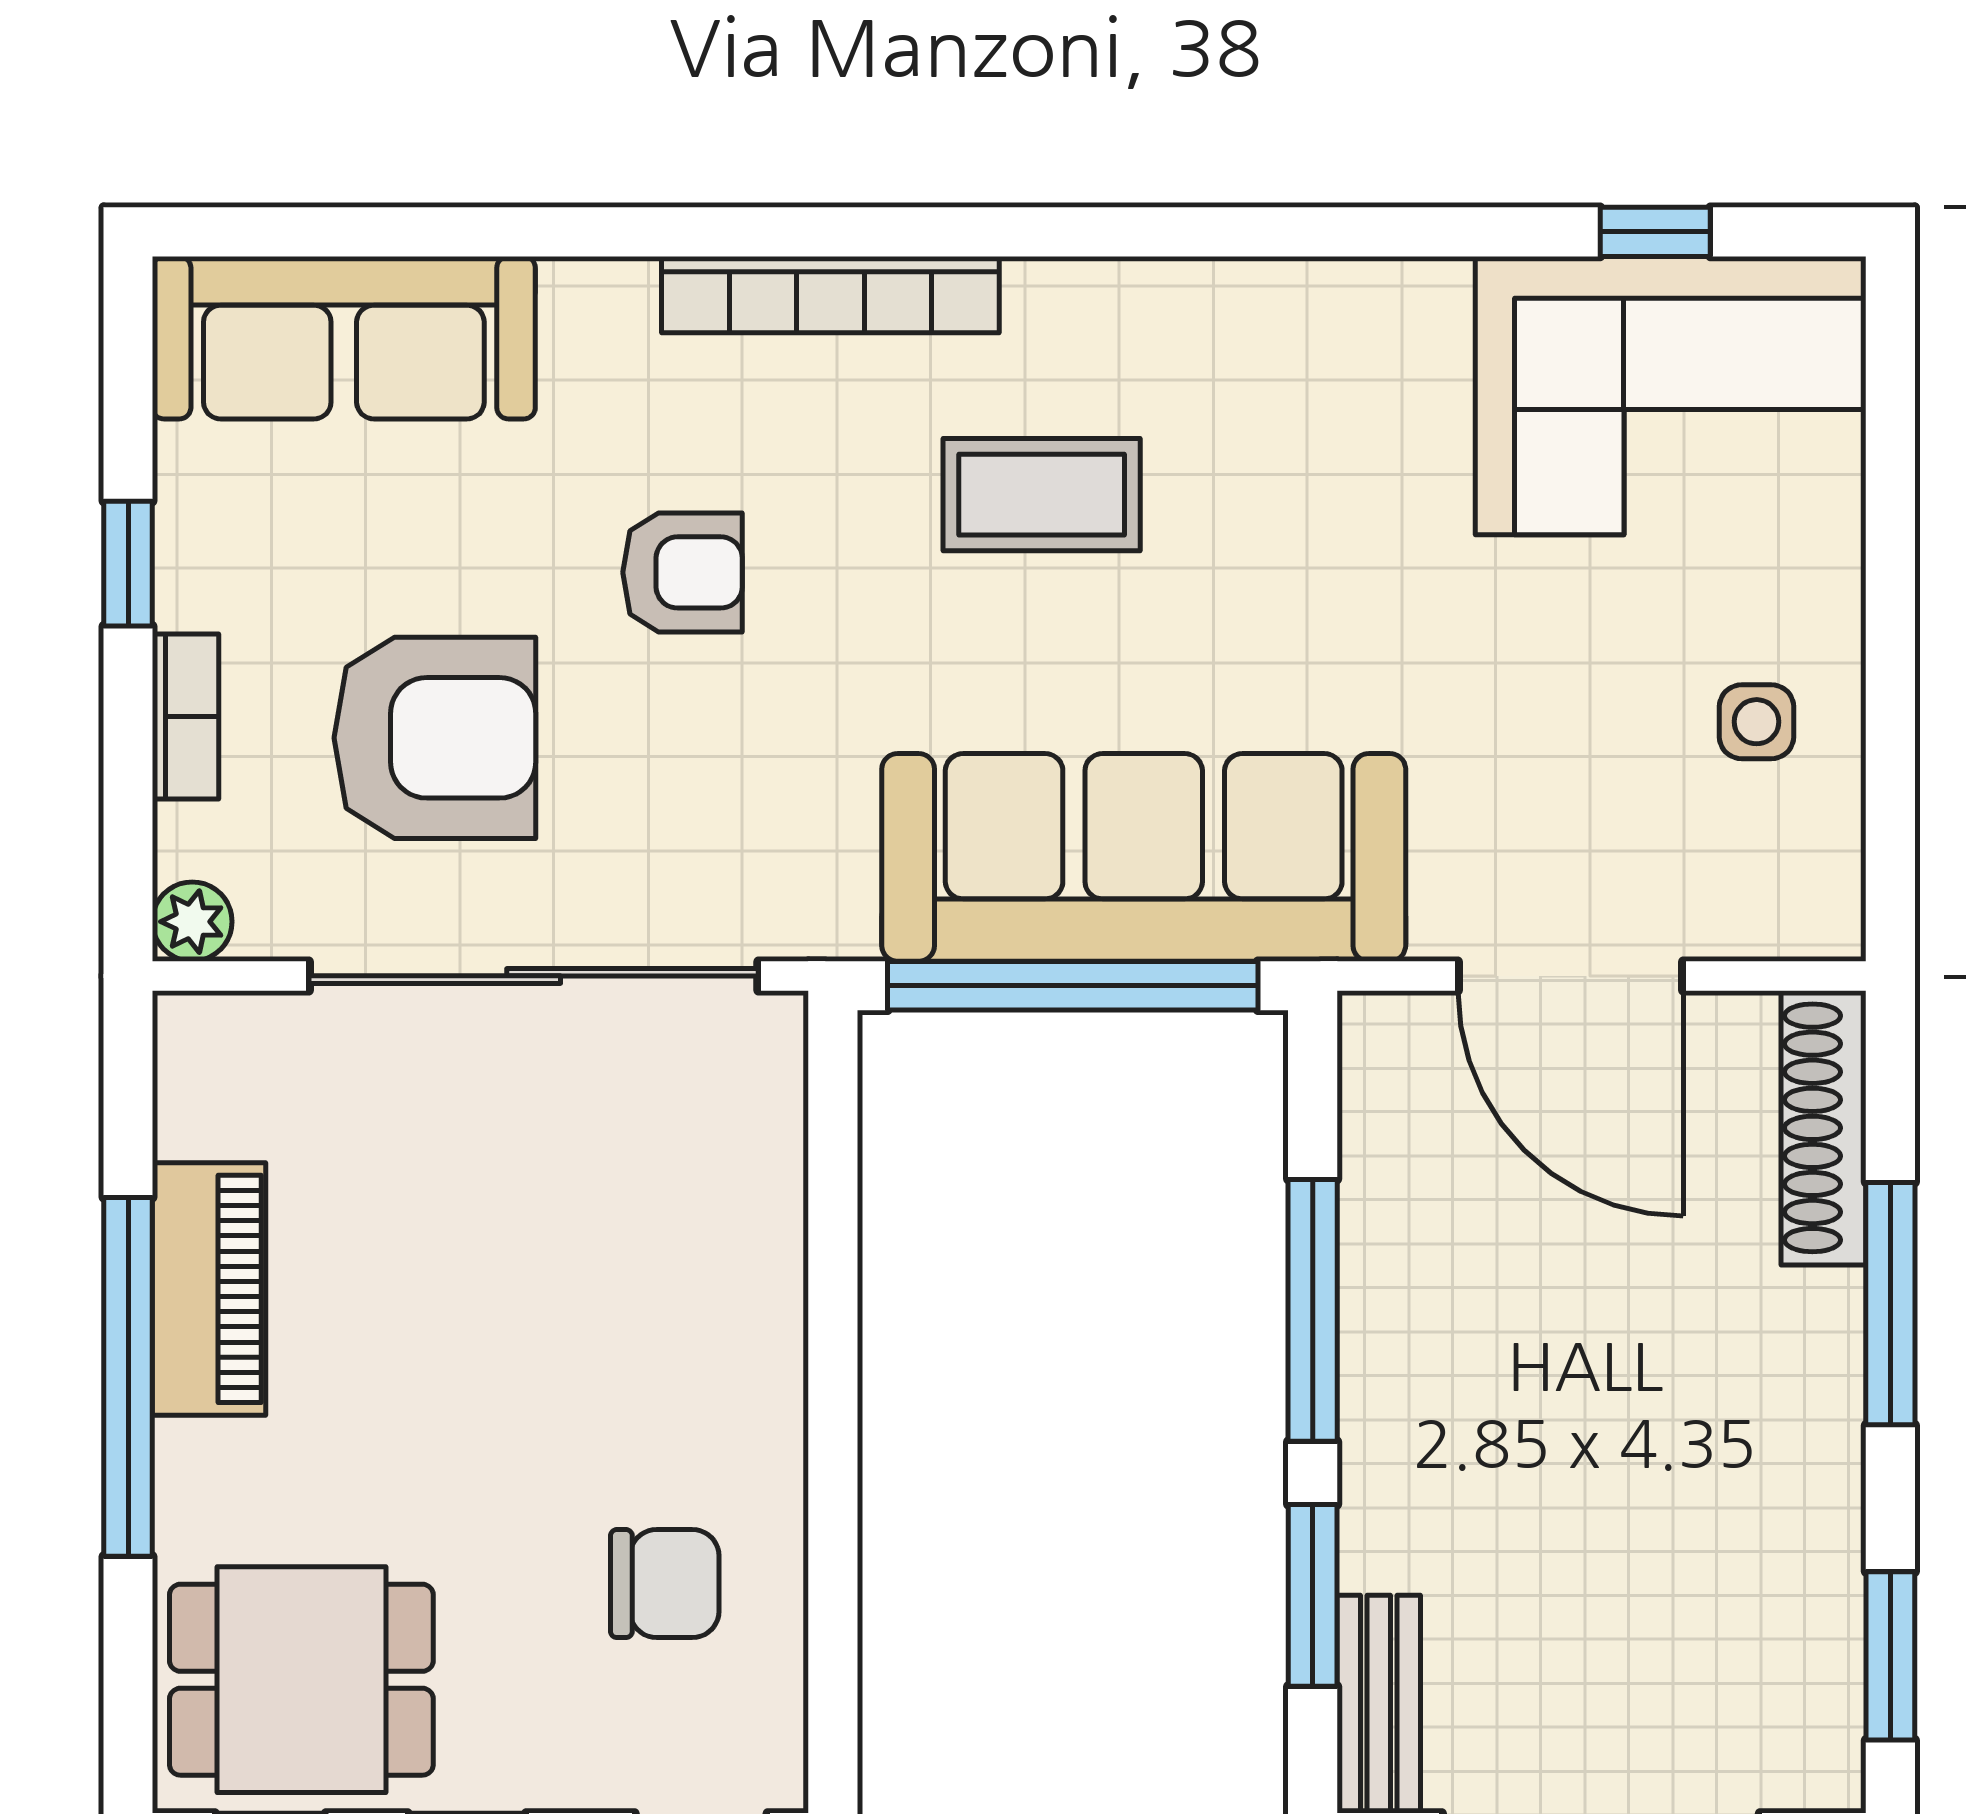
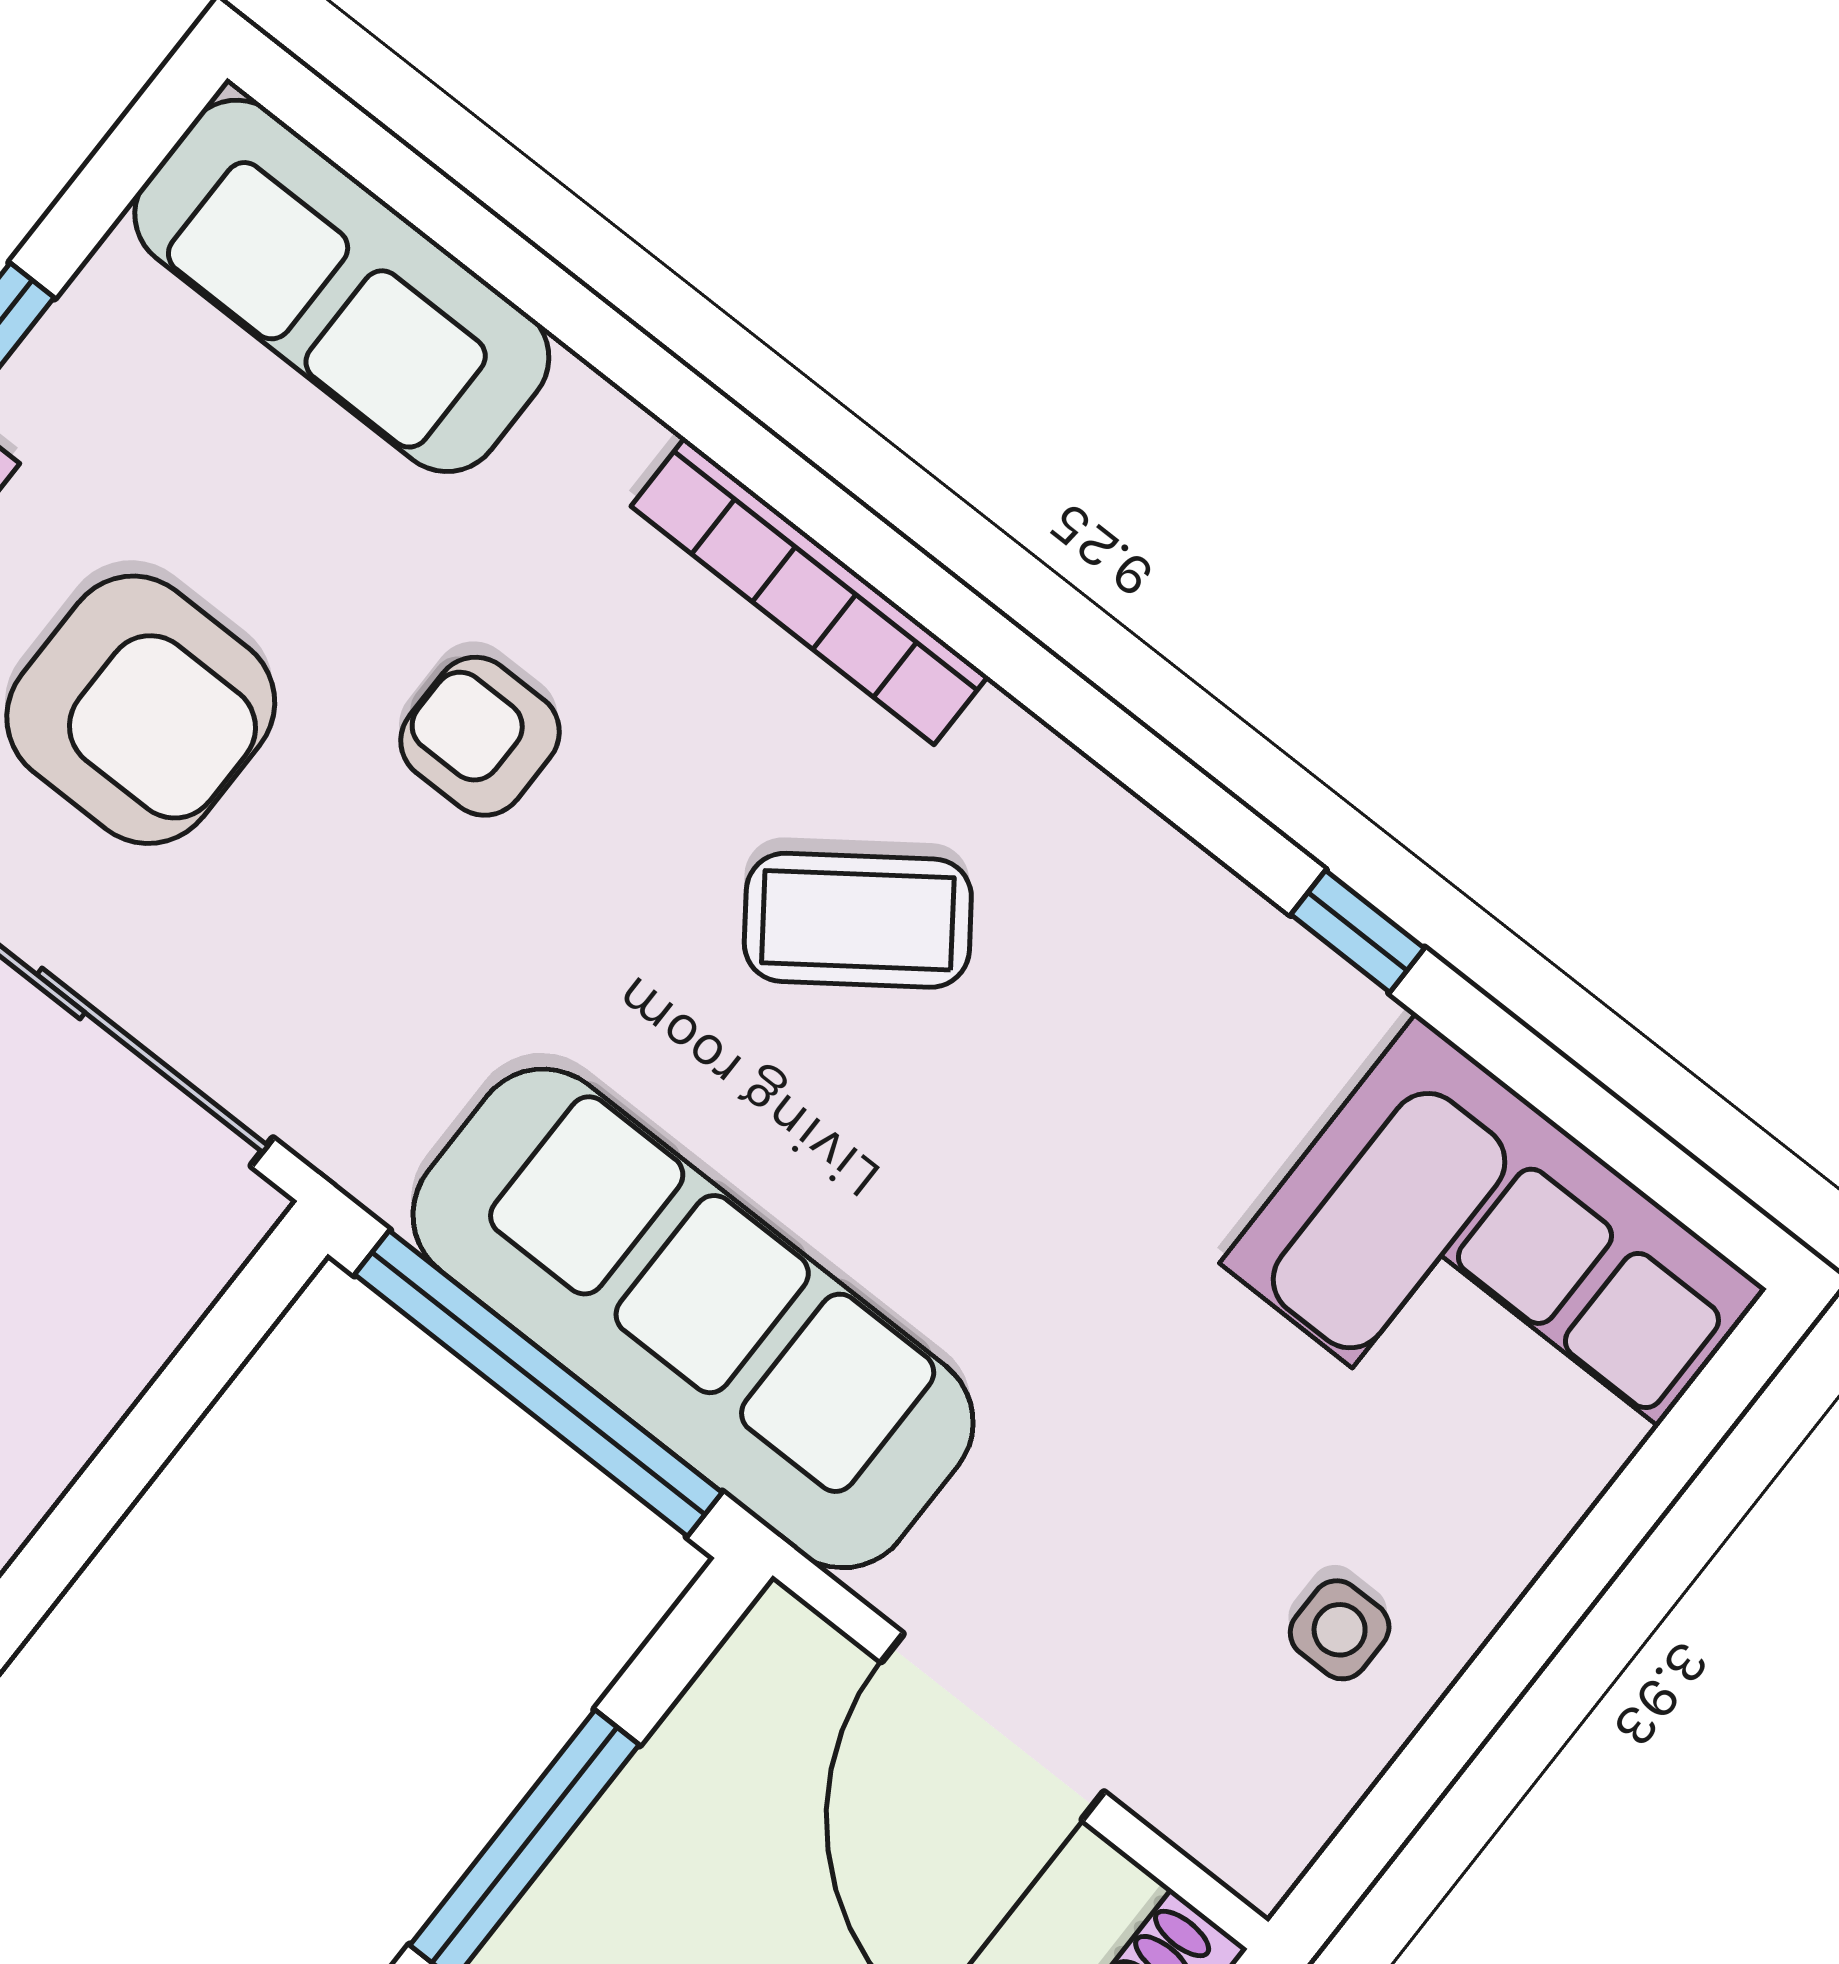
window: (1655, 232) -> (1358, 931), moved
coffee table: (1042, 495) -> (858, 920), turned -36
armchair: (682, 572) -> (480, 736), turned 180

